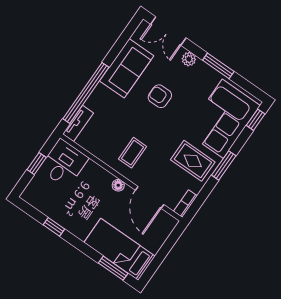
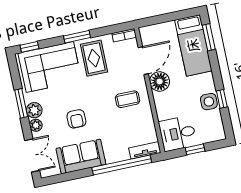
plant: (202, 70) -> (34, 110), added
floor lamp: (118, 185) -> (160, 81), width x1.89, depth x1.89
side table: (63, 214) -> (209, 102), added

